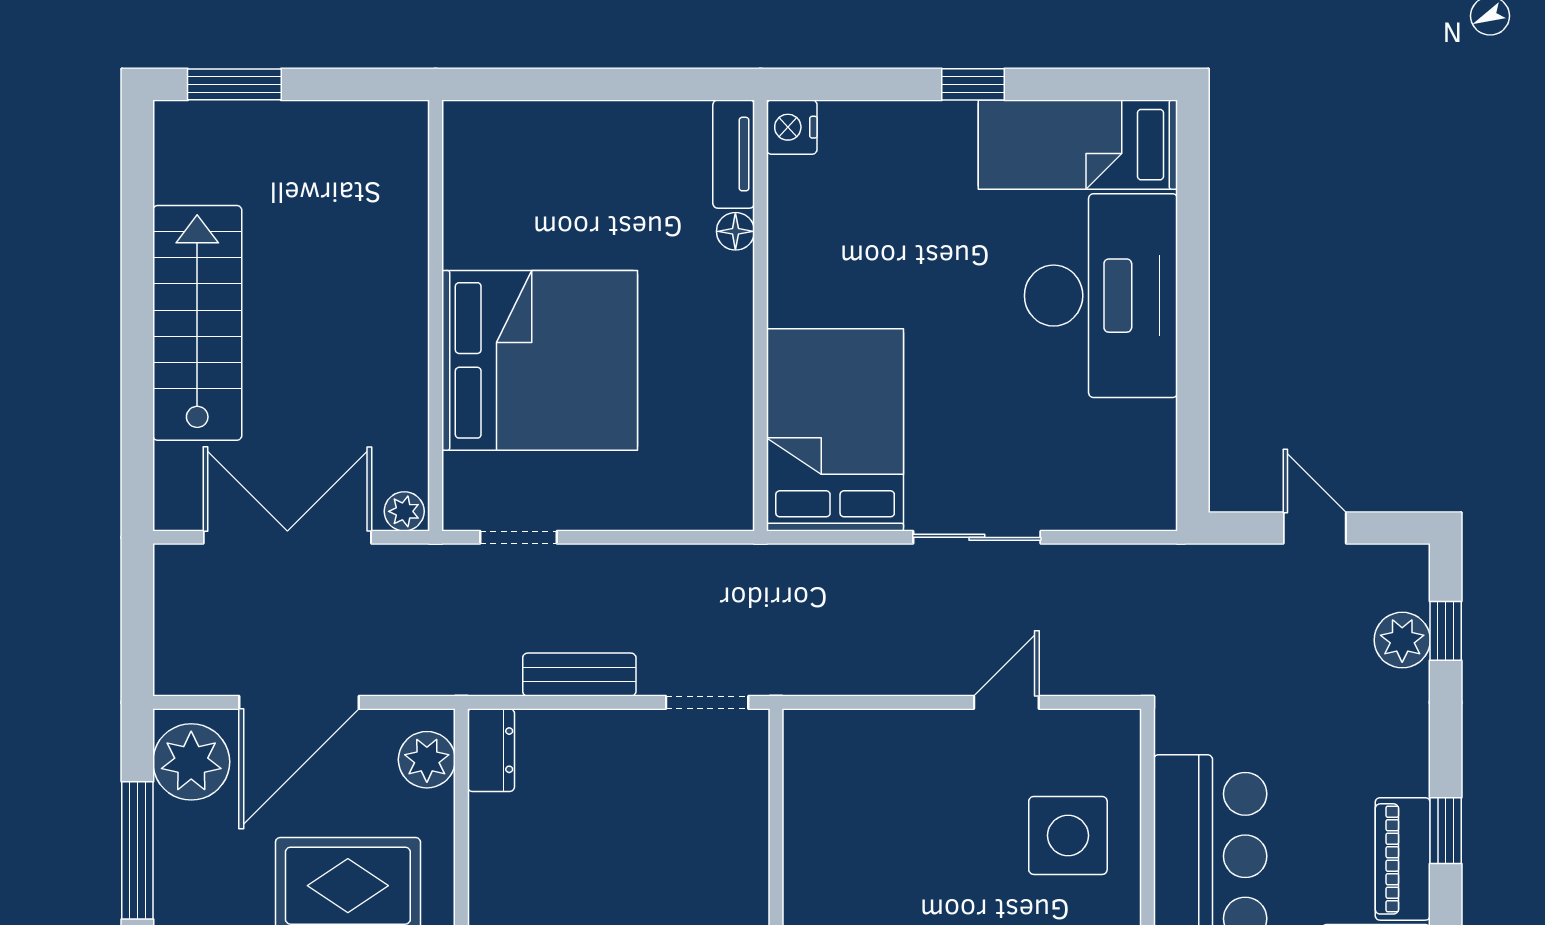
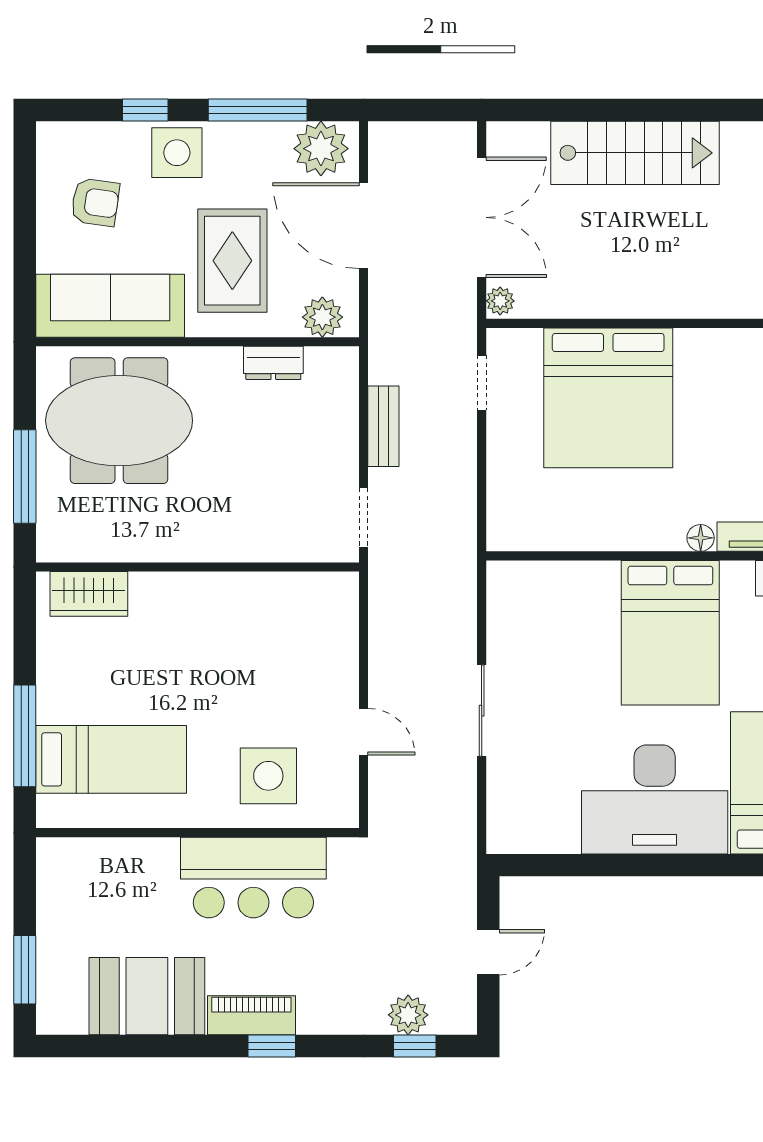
bed: (835, 430) -> (670, 633), moved, turned 90
dresser: (491, 750) -> (273, 363), moved

